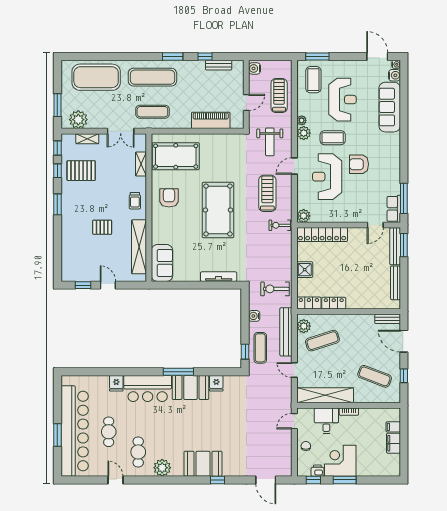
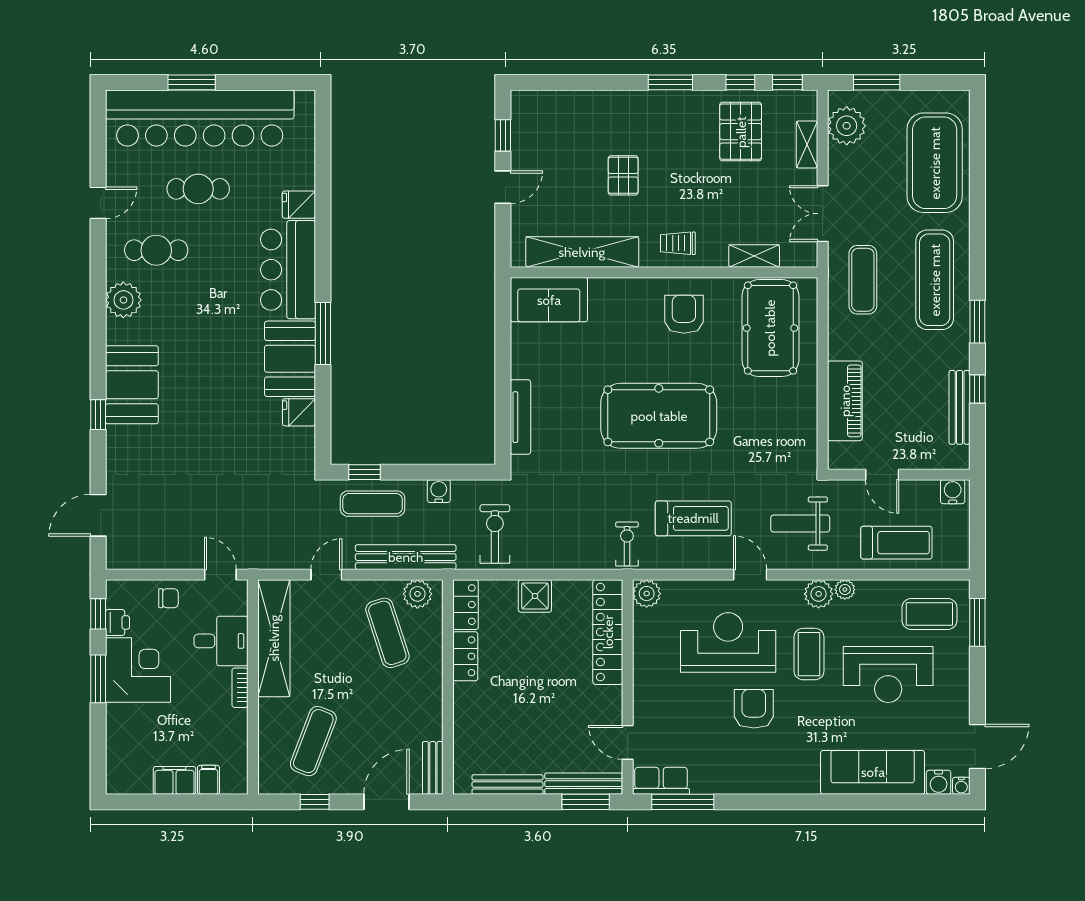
bench: (219, 65) -> (960, 407), width x1.36
armchair: (169, 198) -> (684, 314), turned -90

